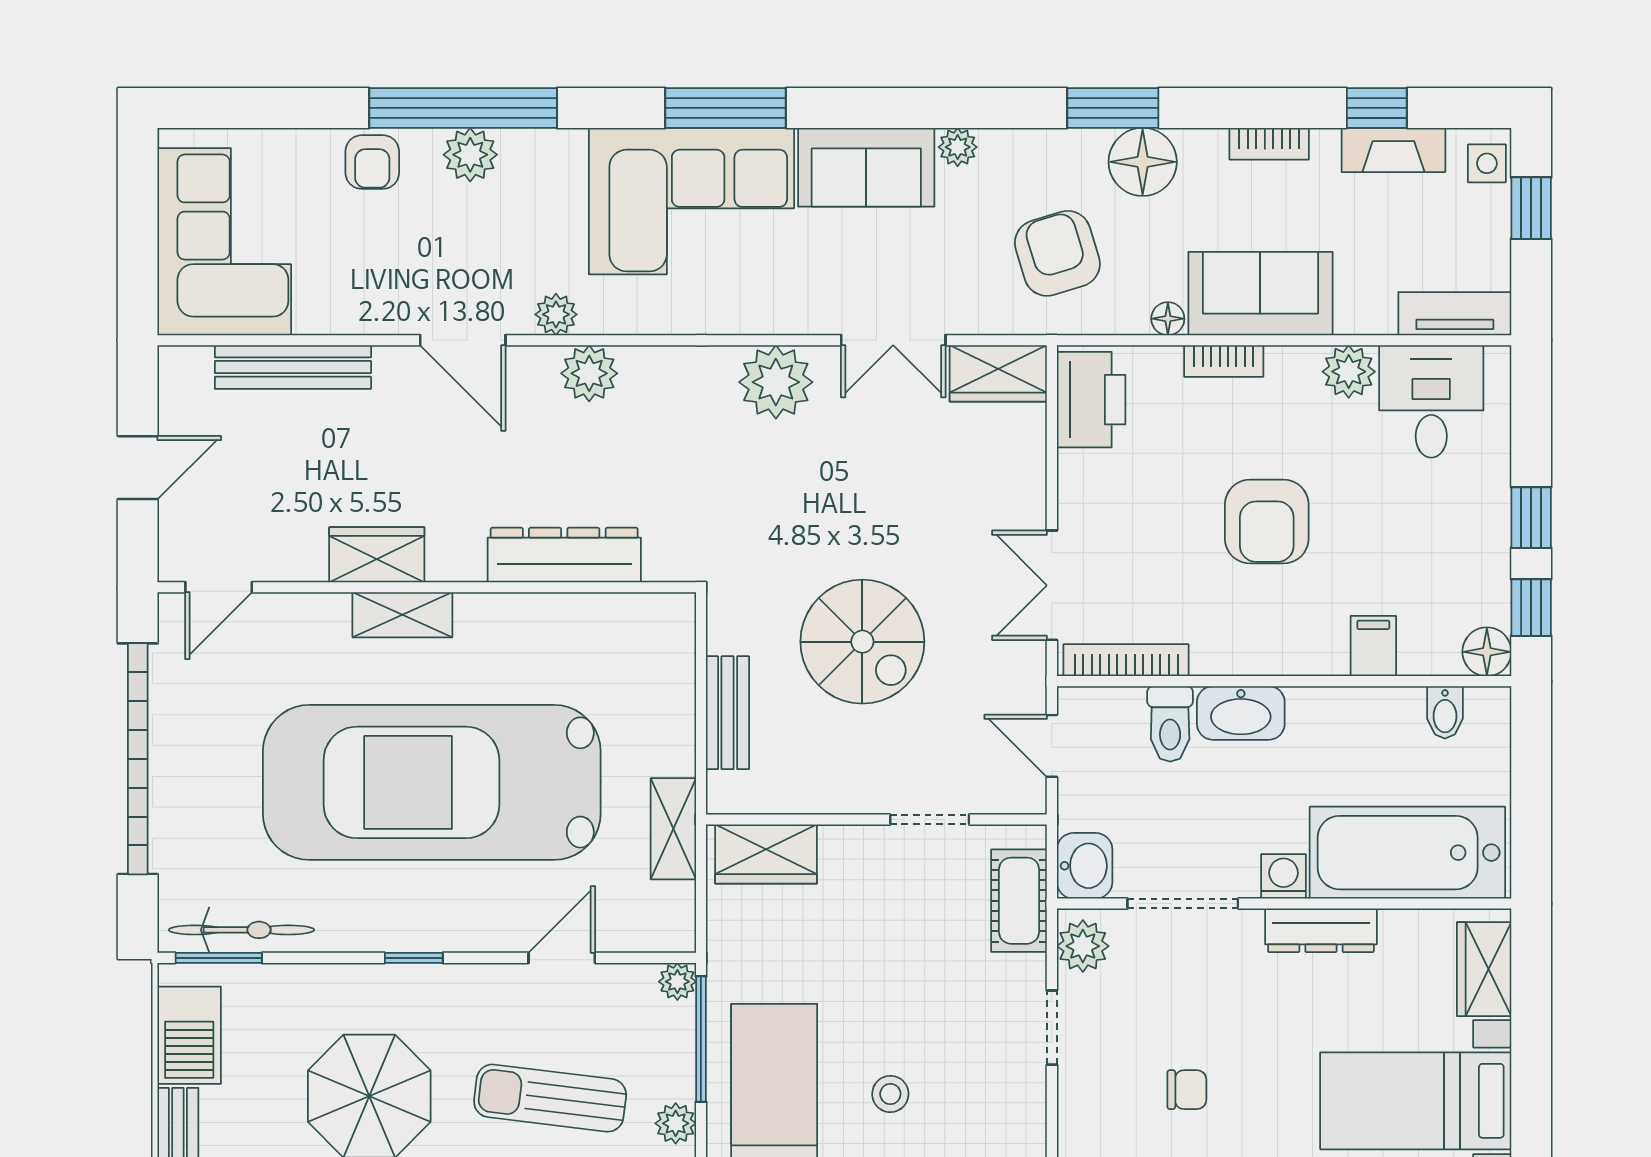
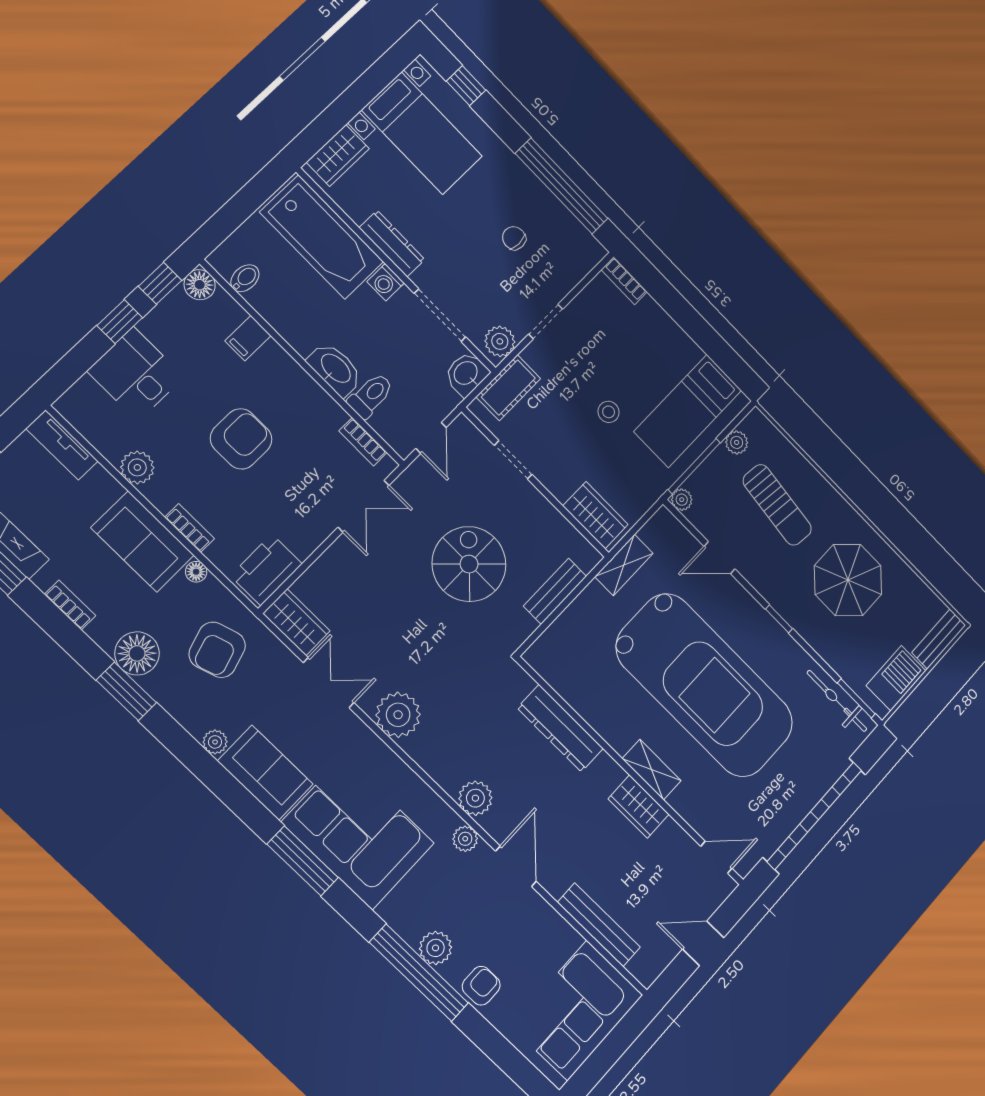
desk: (1431, 401) -> (136, 374), moved, turned 90
bookcase: (1126, 660) -> (363, 442), width x0.64
stool: (890, 1094) -> (609, 412), moved

